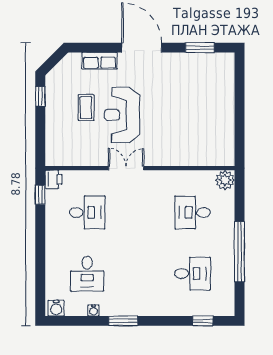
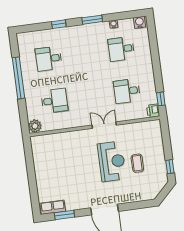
row of seats: (100, 61) -> (53, 207), moved
double door: (126, 168) -> (104, 125), swing flipped
desk: (87, 274) -> (121, 49), turned -90
window: (203, 321) -> (59, 24), moved

